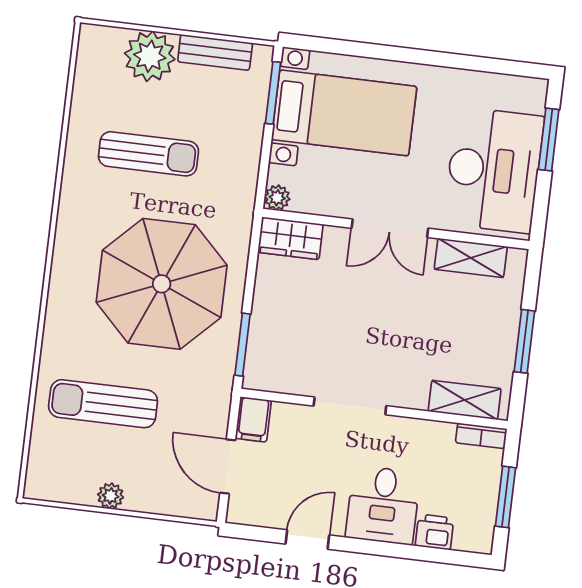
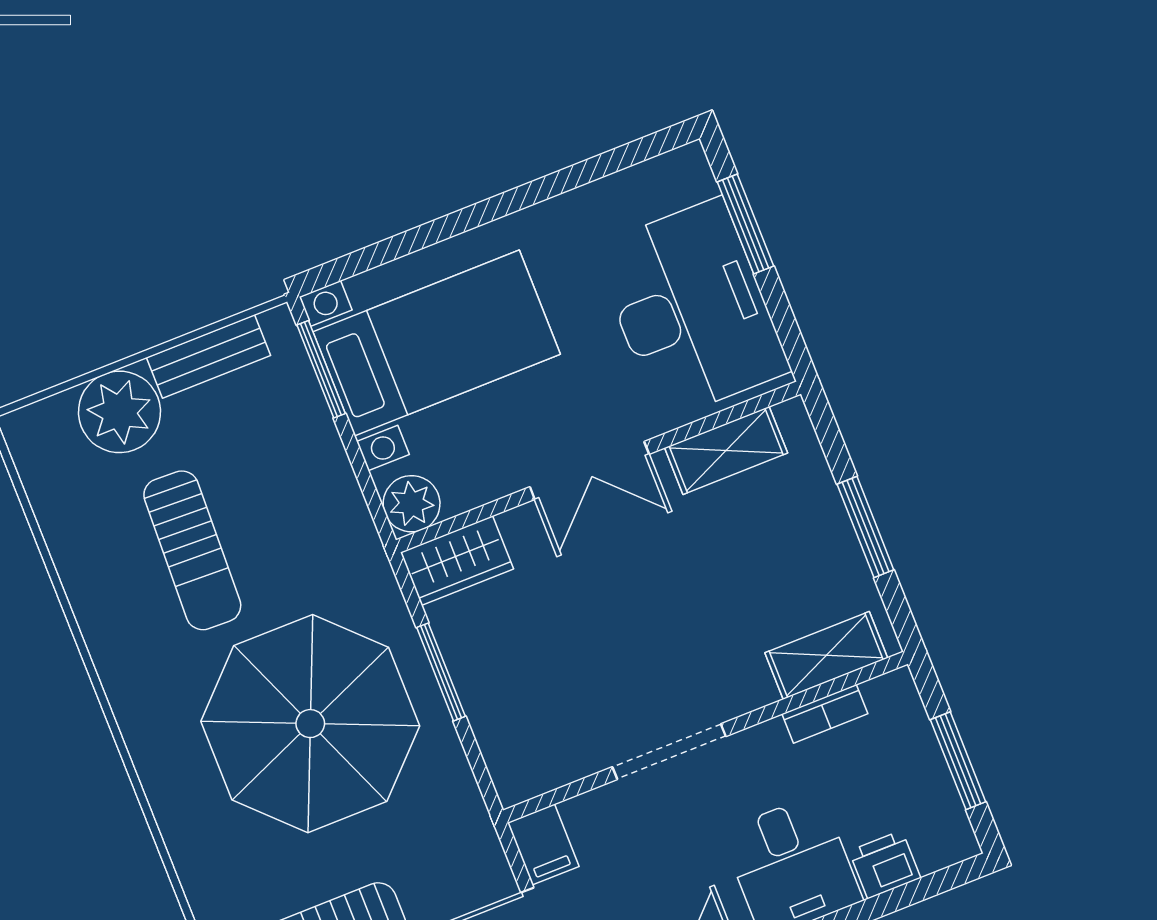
sun lounger: (148, 154) -> (192, 550), turned 92
plant: (277, 198) -> (412, 504), width x1.38, depth x1.38
window: (242, 345) -> (441, 672), moved
bookcase: (481, 436) -> (825, 714), moved

